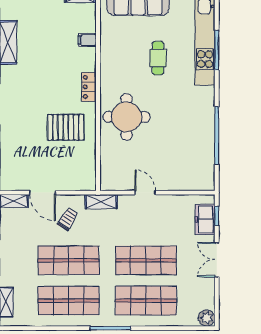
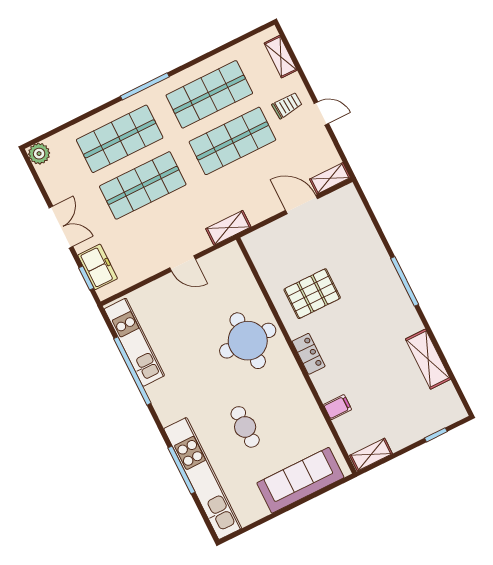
kitchen unit: (205, 155) -> (134, 342), added
trolley: (68, 219) -> (287, 105), moved, turned -126

